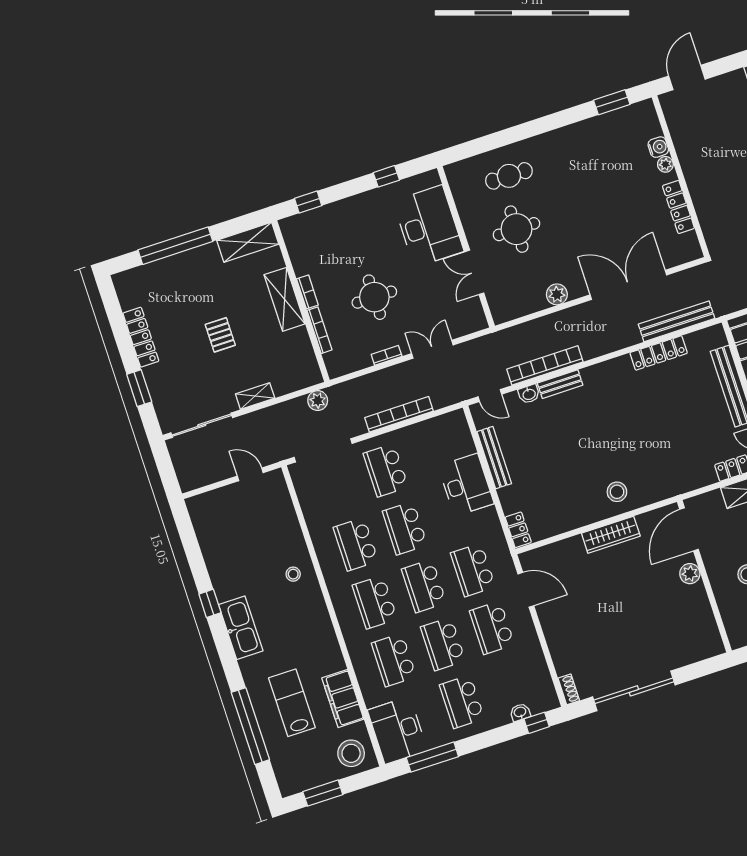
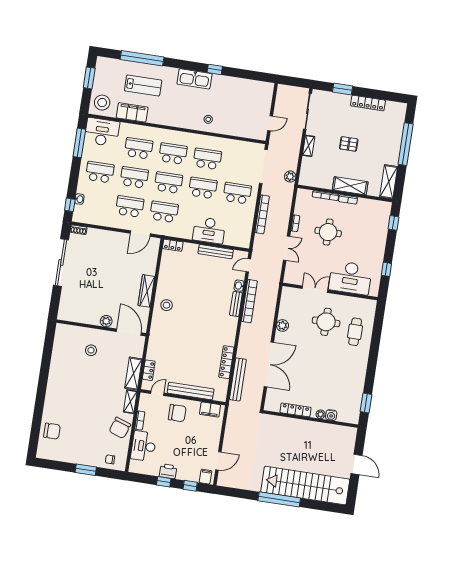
door: (687, 78) -> (357, 464), moved

